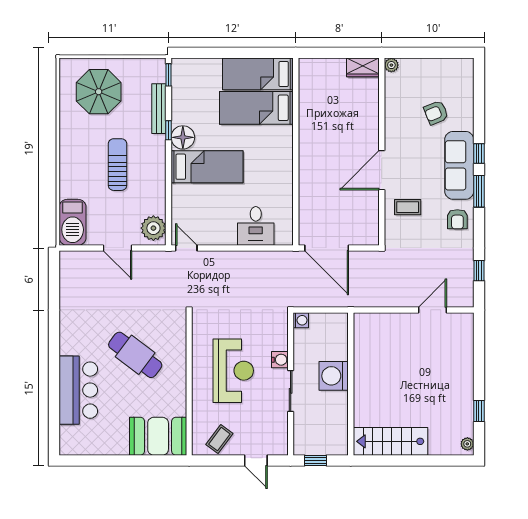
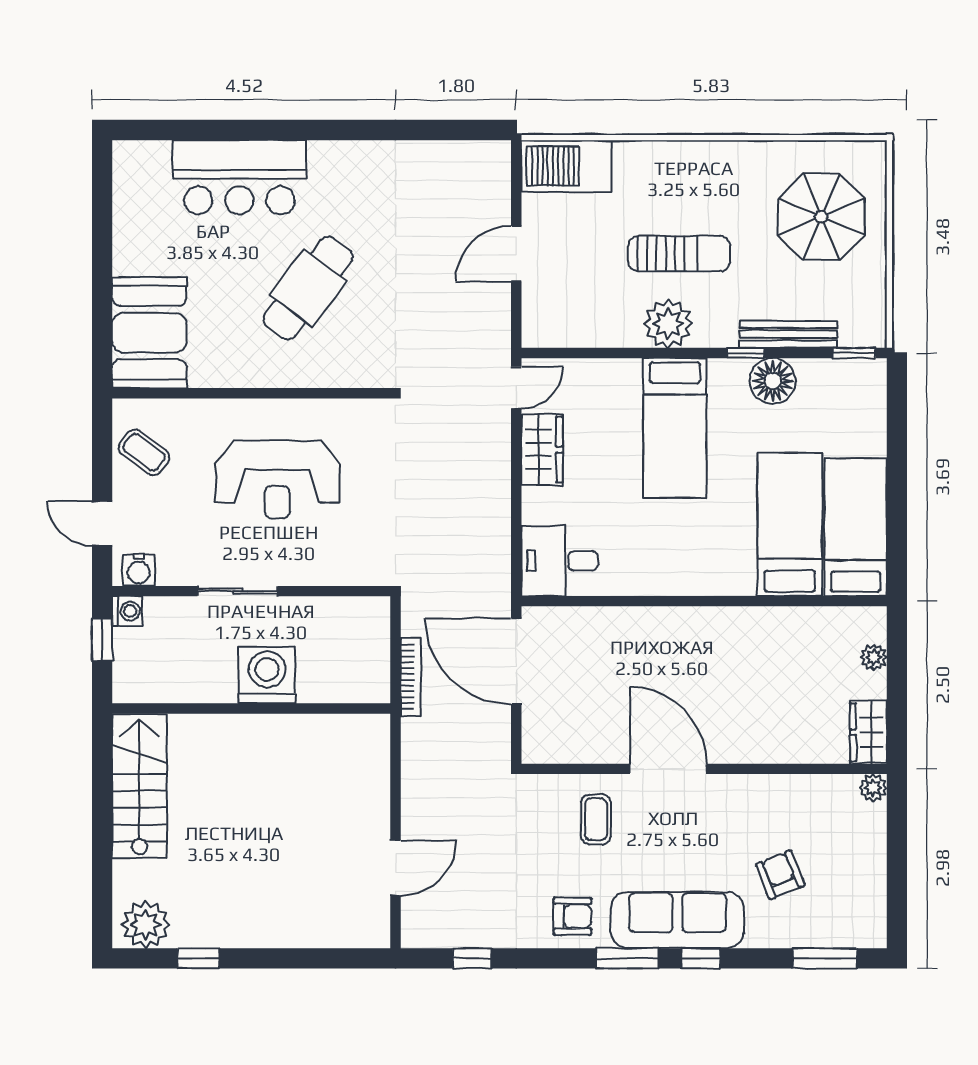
plant: (325, 65) -> (874, 657), added
window: (479, 90) -> (825, 958), added
floor lamp: (183, 137) -> (773, 381), moved
armchair: (457, 219) -> (572, 916), turned 180
desk: (256, 226) -> (559, 561), moved
plant: (153, 228) -> (668, 324), moved
wardrobe: (218, 235) -> (542, 449), added
door: (327, 248) -> (516, 661), hinge flipped
bookcase: (334, 302) -> (411, 677), added
door: (433, 310) -> (396, 868), hinge flipped
washing machine: (301, 320) -> (127, 611), moved, turned -90
water cooler: (280, 360) -> (139, 570), moved
plant: (467, 444) -> (146, 924), width x1.88, depth x1.88
door: (256, 460) -> (102, 523), hinge flipped

